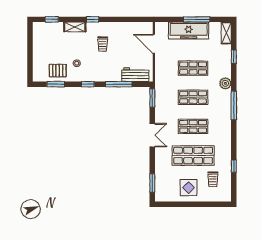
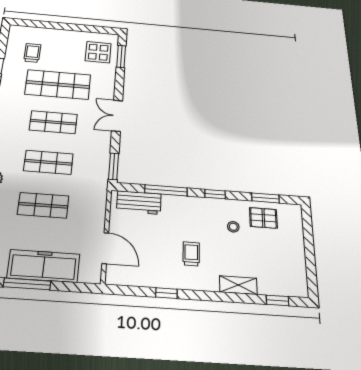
window: (93, 19) -> (166, 293), moved
display table: (189, 188) -> (98, 52), moved

